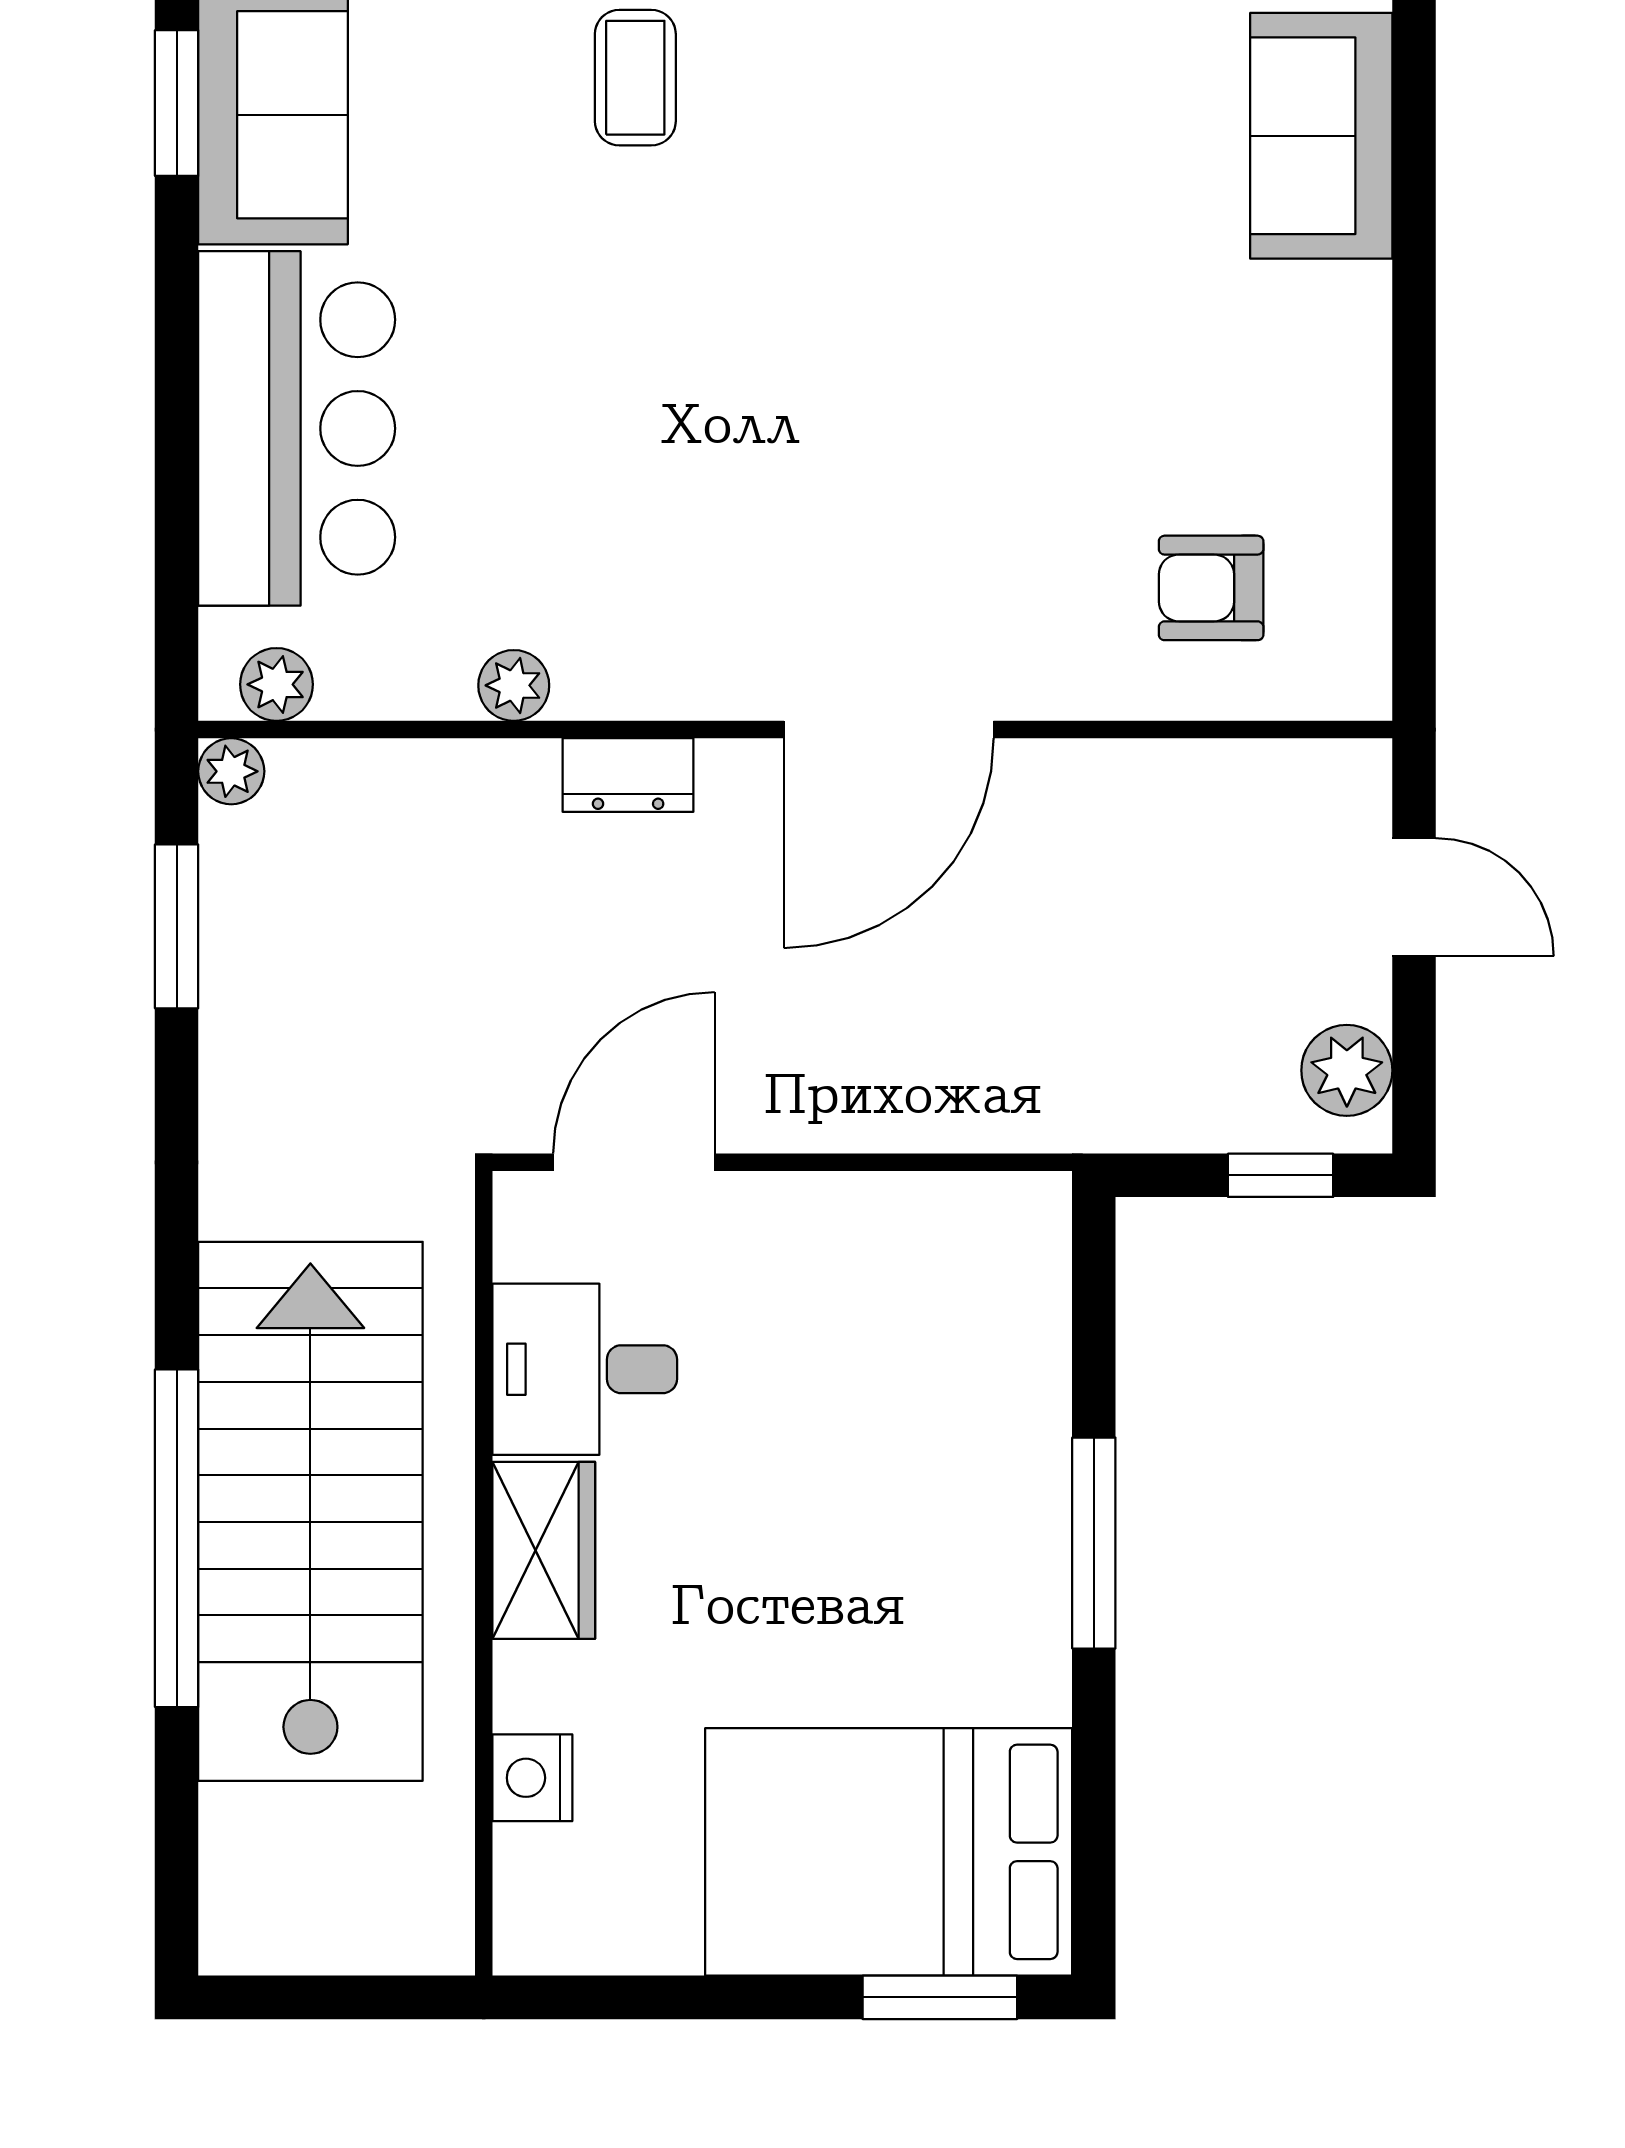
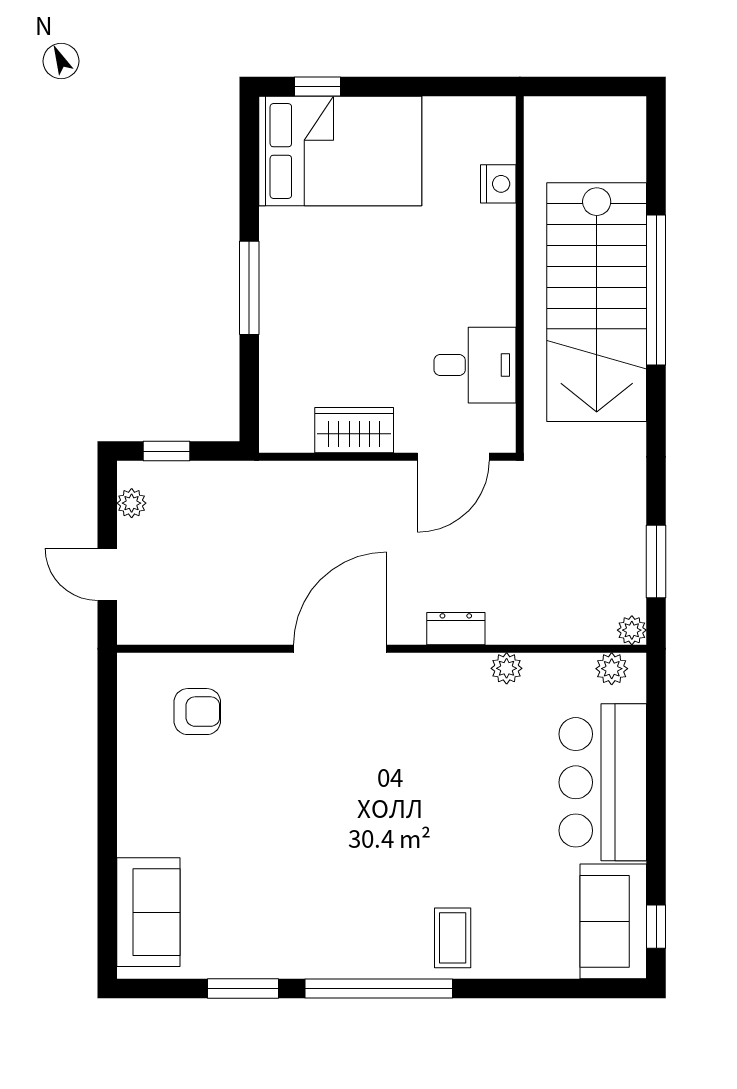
window: (177, 103) -> (656, 927), width x0.67
plant: (1347, 1070) -> (132, 503), width x0.73, depth x0.73
wardrobe: (544, 1550) -> (354, 430), moved, turned 90
window: (940, 1997) -> (318, 86), width x0.67

